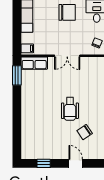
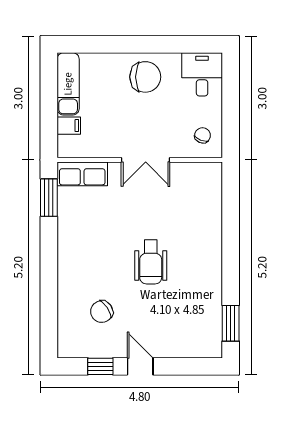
filing cabinet: (27, 48) -> (69, 126), moved
chair: (85, 132) -> (102, 312), moved
door: (76, 163) -> (140, 366), moved

